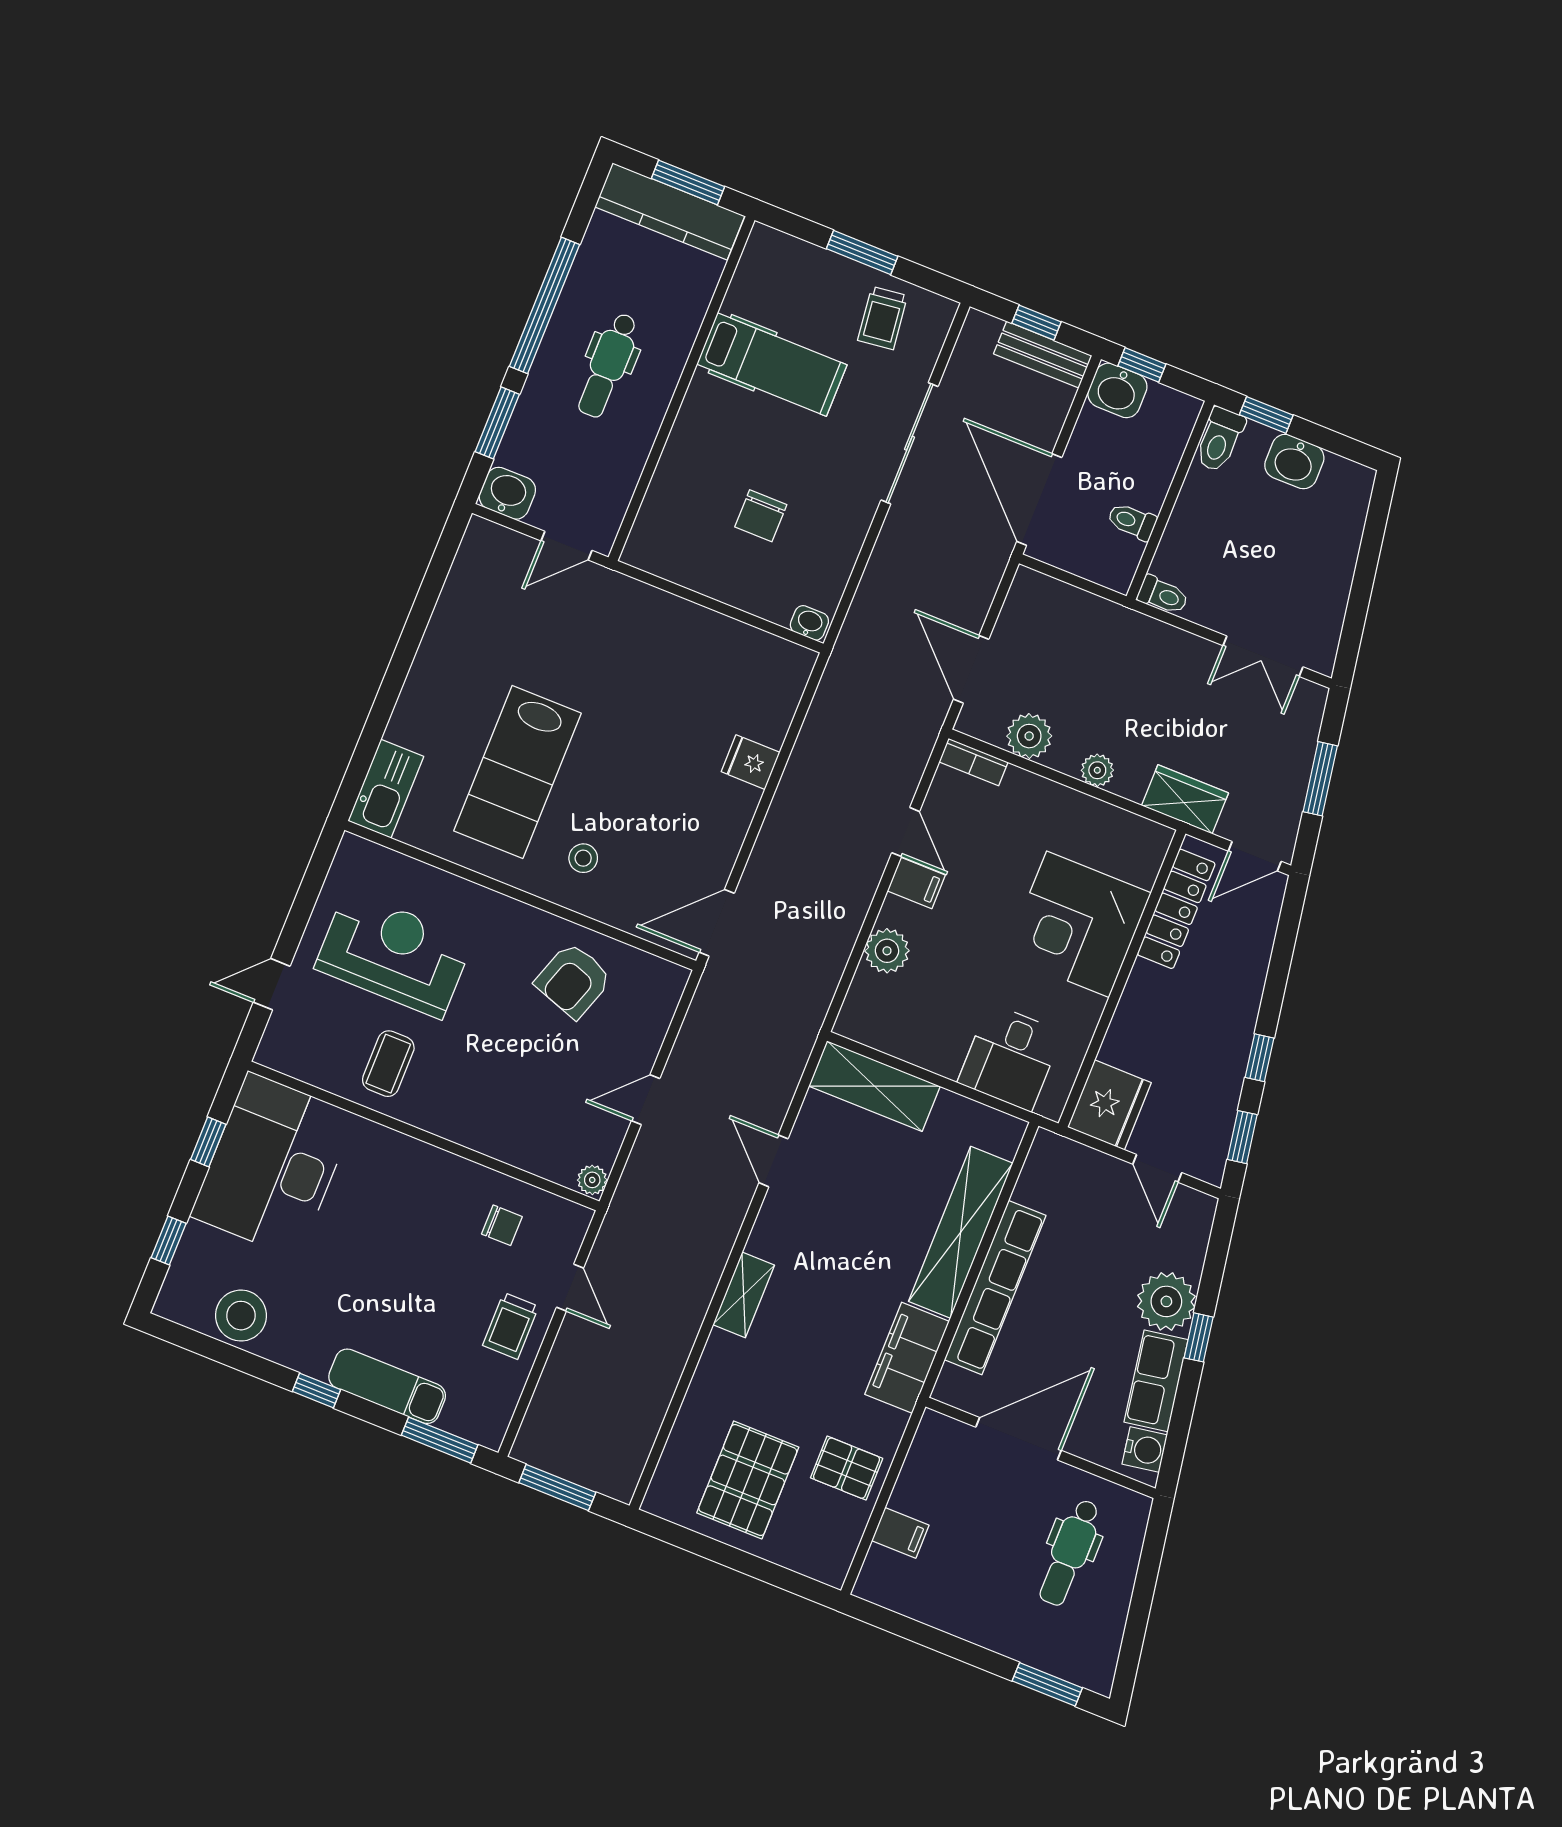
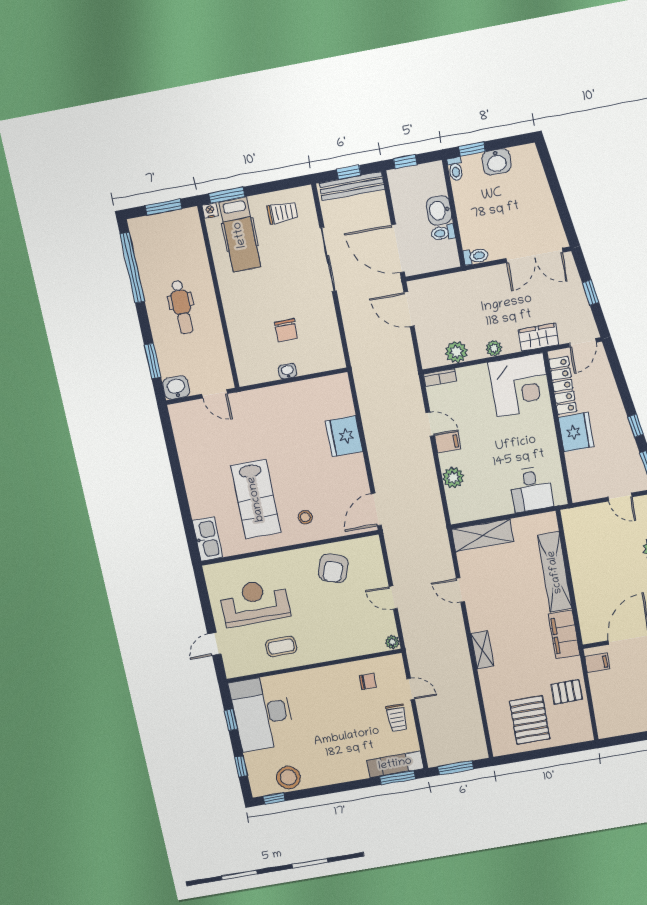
kitchen counter: (670, 211) -> (164, 225), removed
nightstand: (763, 237) -> (210, 211), added
window: (862, 252) -> (227, 195), moved
window: (544, 305) -> (132, 268), moved
trolley: (883, 318) -> (283, 213), turned -83
bench: (1043, 355) -> (352, 186), width x1.36
hospital bed: (772, 365) -> (240, 235), moved, turned 90
washbasin: (1117, 390) -> (439, 210), moved, turned 90
toilet: (1220, 440) -> (455, 169), width x0.73, depth x0.72
door: (566, 546) -> (214, 394), hinge flipped
washbasin: (809, 623) -> (288, 371), moved
double door: (1263, 656) -> (534, 255), width x1.37
door: (971, 669) -> (409, 309), moved
fridge: (751, 762) -> (344, 436), width x1.88, depth x1.34
window: (1320, 779) -> (591, 292), width x0.67
corner desk: (1078, 924) -> (520, 385), moved, turned -90
coffee table: (388, 1064) -> (281, 646), turned 90
door: (646, 1100) -> (393, 598), hinge flipped
fridge: (1109, 1105) -> (576, 432), moved
row of seats: (995, 1288) -> (583, 585), removed
exam couch: (387, 1386) -> (395, 764), moved
window: (316, 1391) -> (274, 799), moved
filing cabinet: (900, 1533) -> (597, 663), moved

